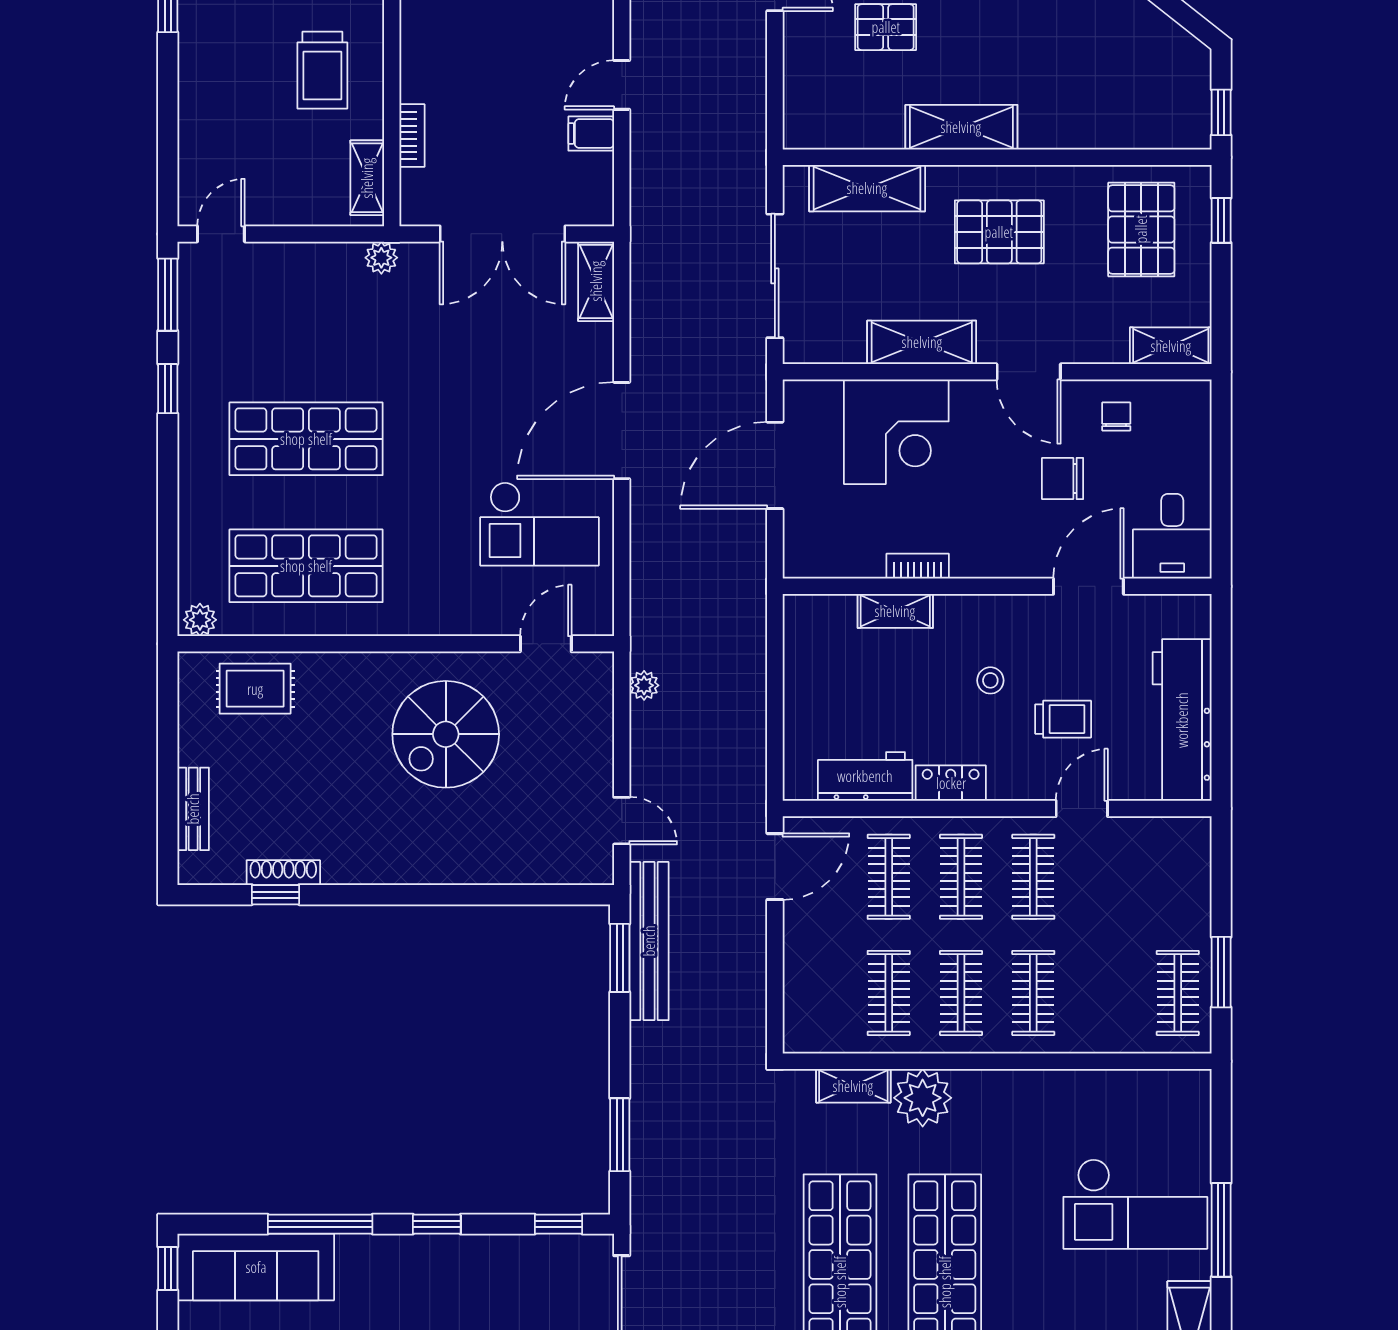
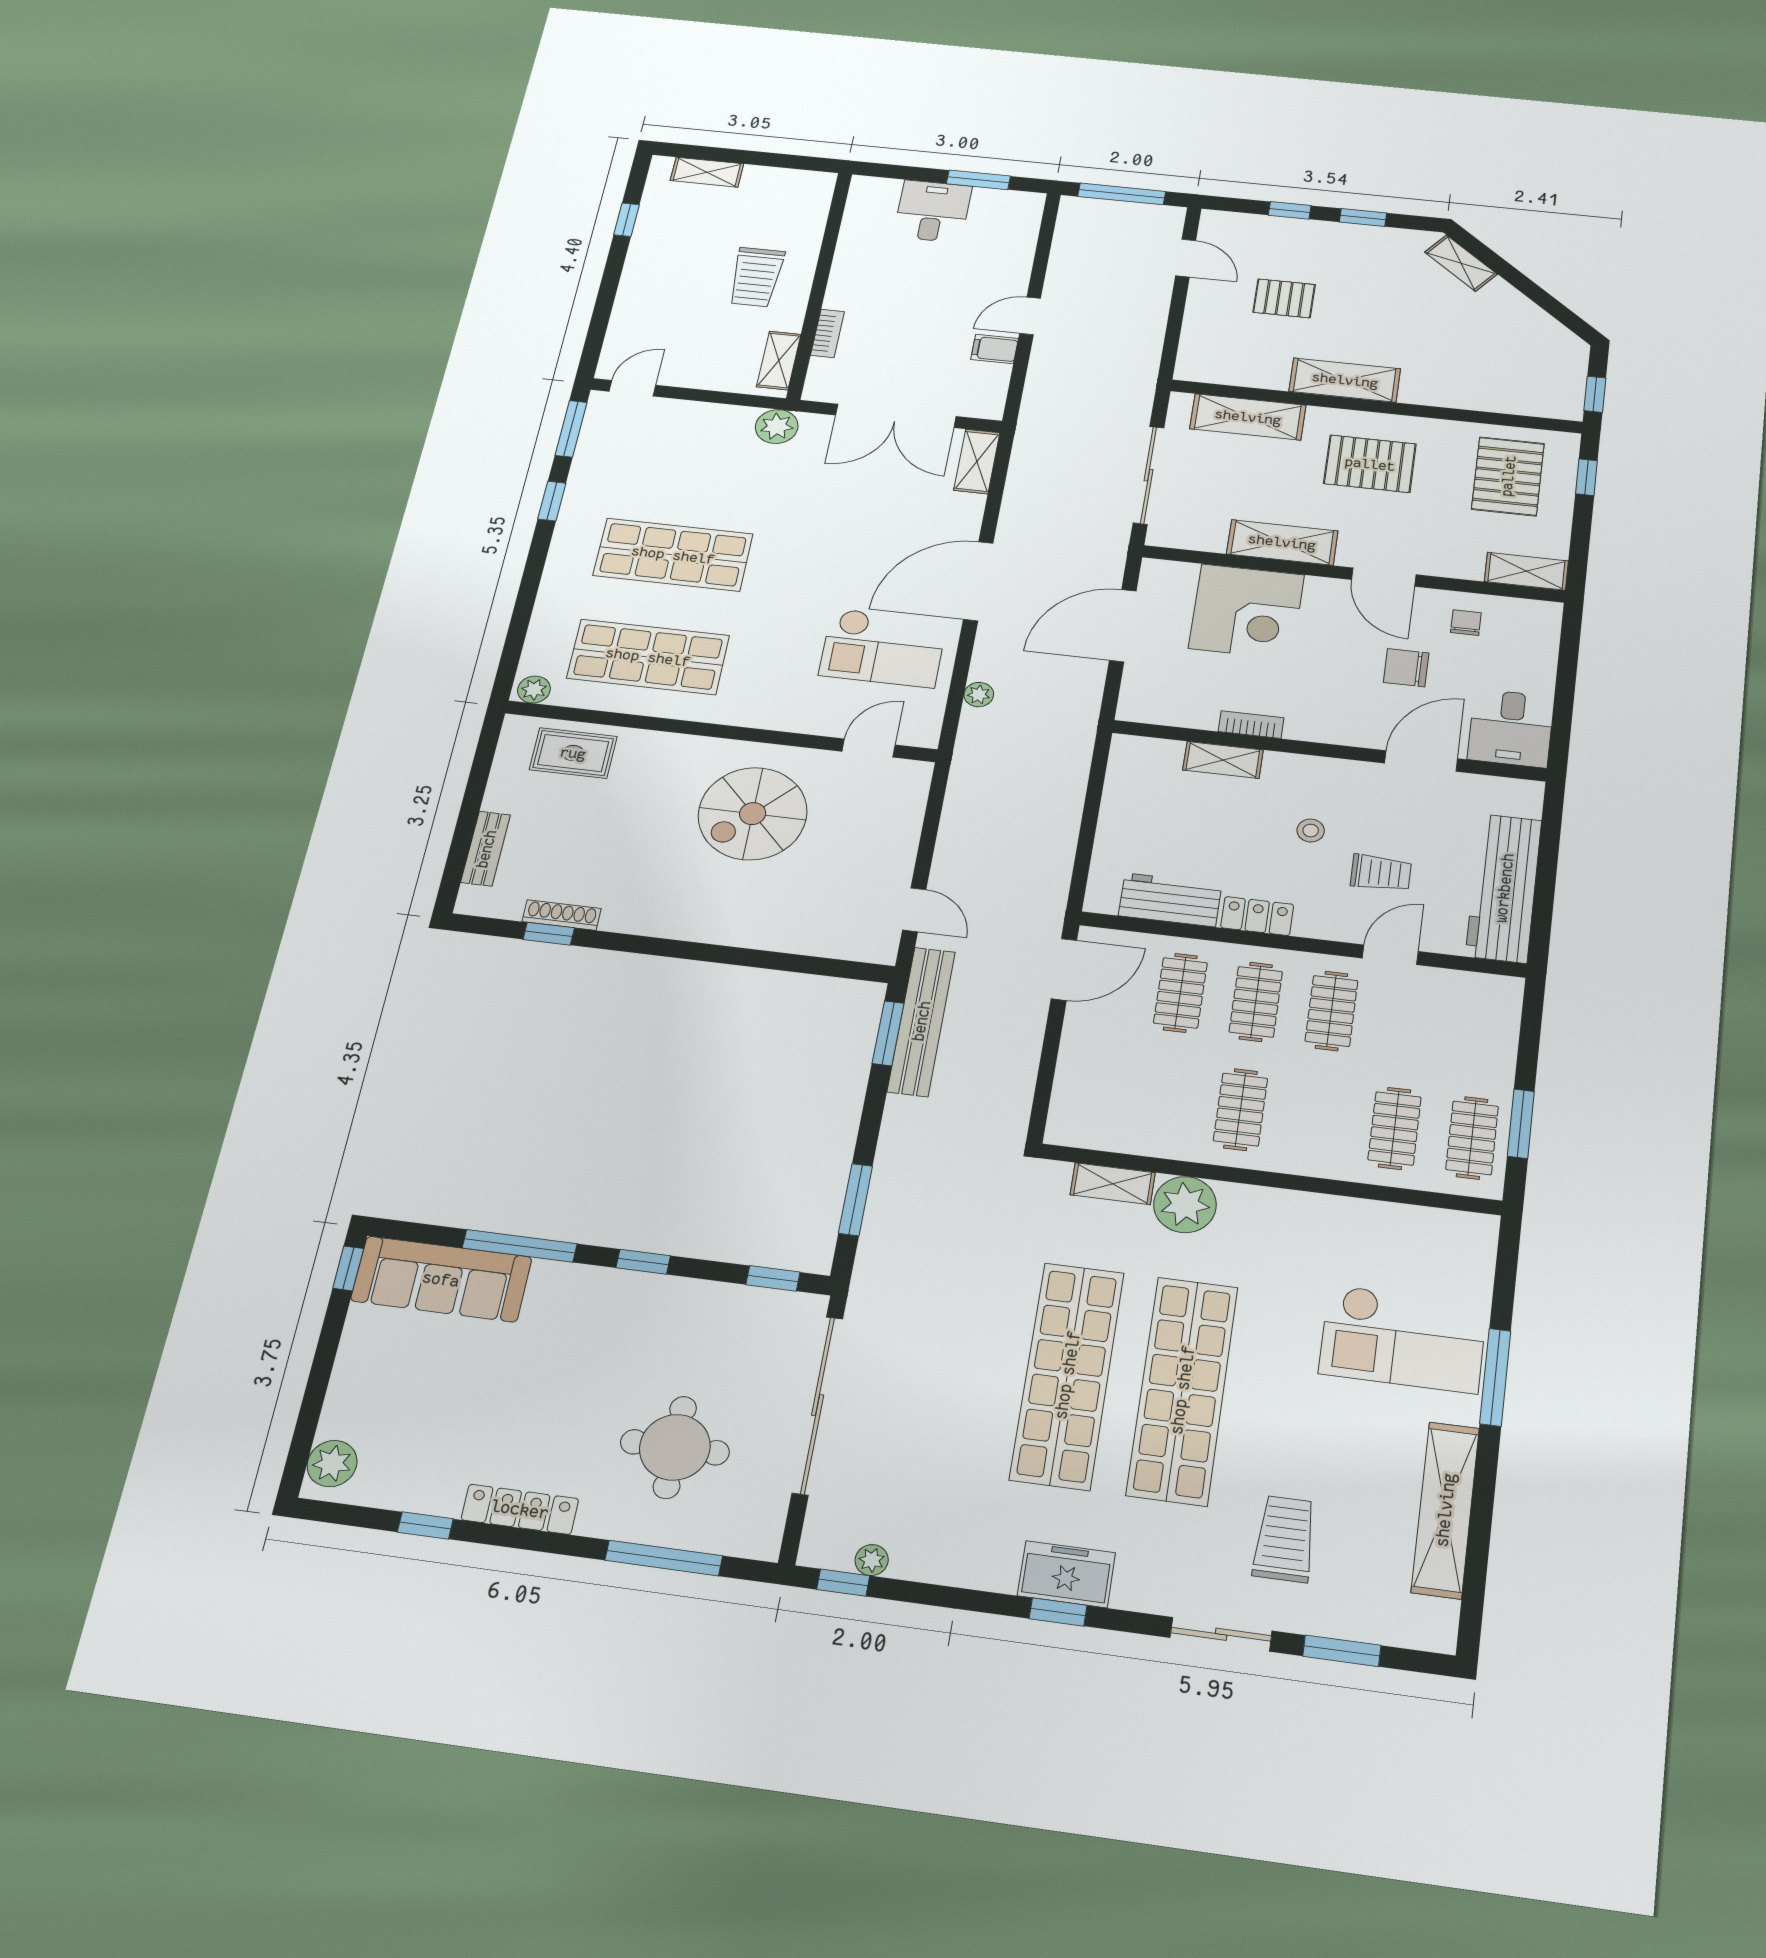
plant: (381, 258) -> (777, 427), width x1.38, depth x1.38
plant: (644, 685) -> (979, 695), moved
clothes rail: (889, 993) -> (1164, 1100), removed
clothes rail: (1033, 993) -> (1395, 1128), moved

